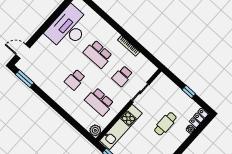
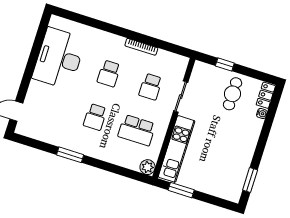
school desk: (98, 54) -> (109, 73), width x0.54
window: (25, 79) -> (70, 155), moved
window: (189, 92) -> (225, 65), moved
cafe table: (165, 124) -> (233, 94), moved

